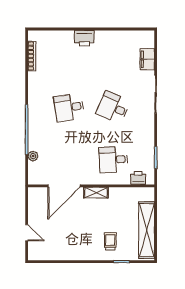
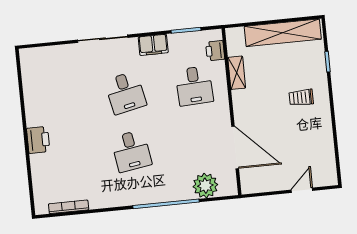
filing cabinet: (147, 59) -> (153, 45), moved
desk: (113, 107) -> (125, 93), turned -36
plant: (33, 156) -> (205, 186), width x1.88, depth x1.88
shelving: (96, 193) -> (237, 73), moved
trolley: (110, 241) -> (301, 97), moved

